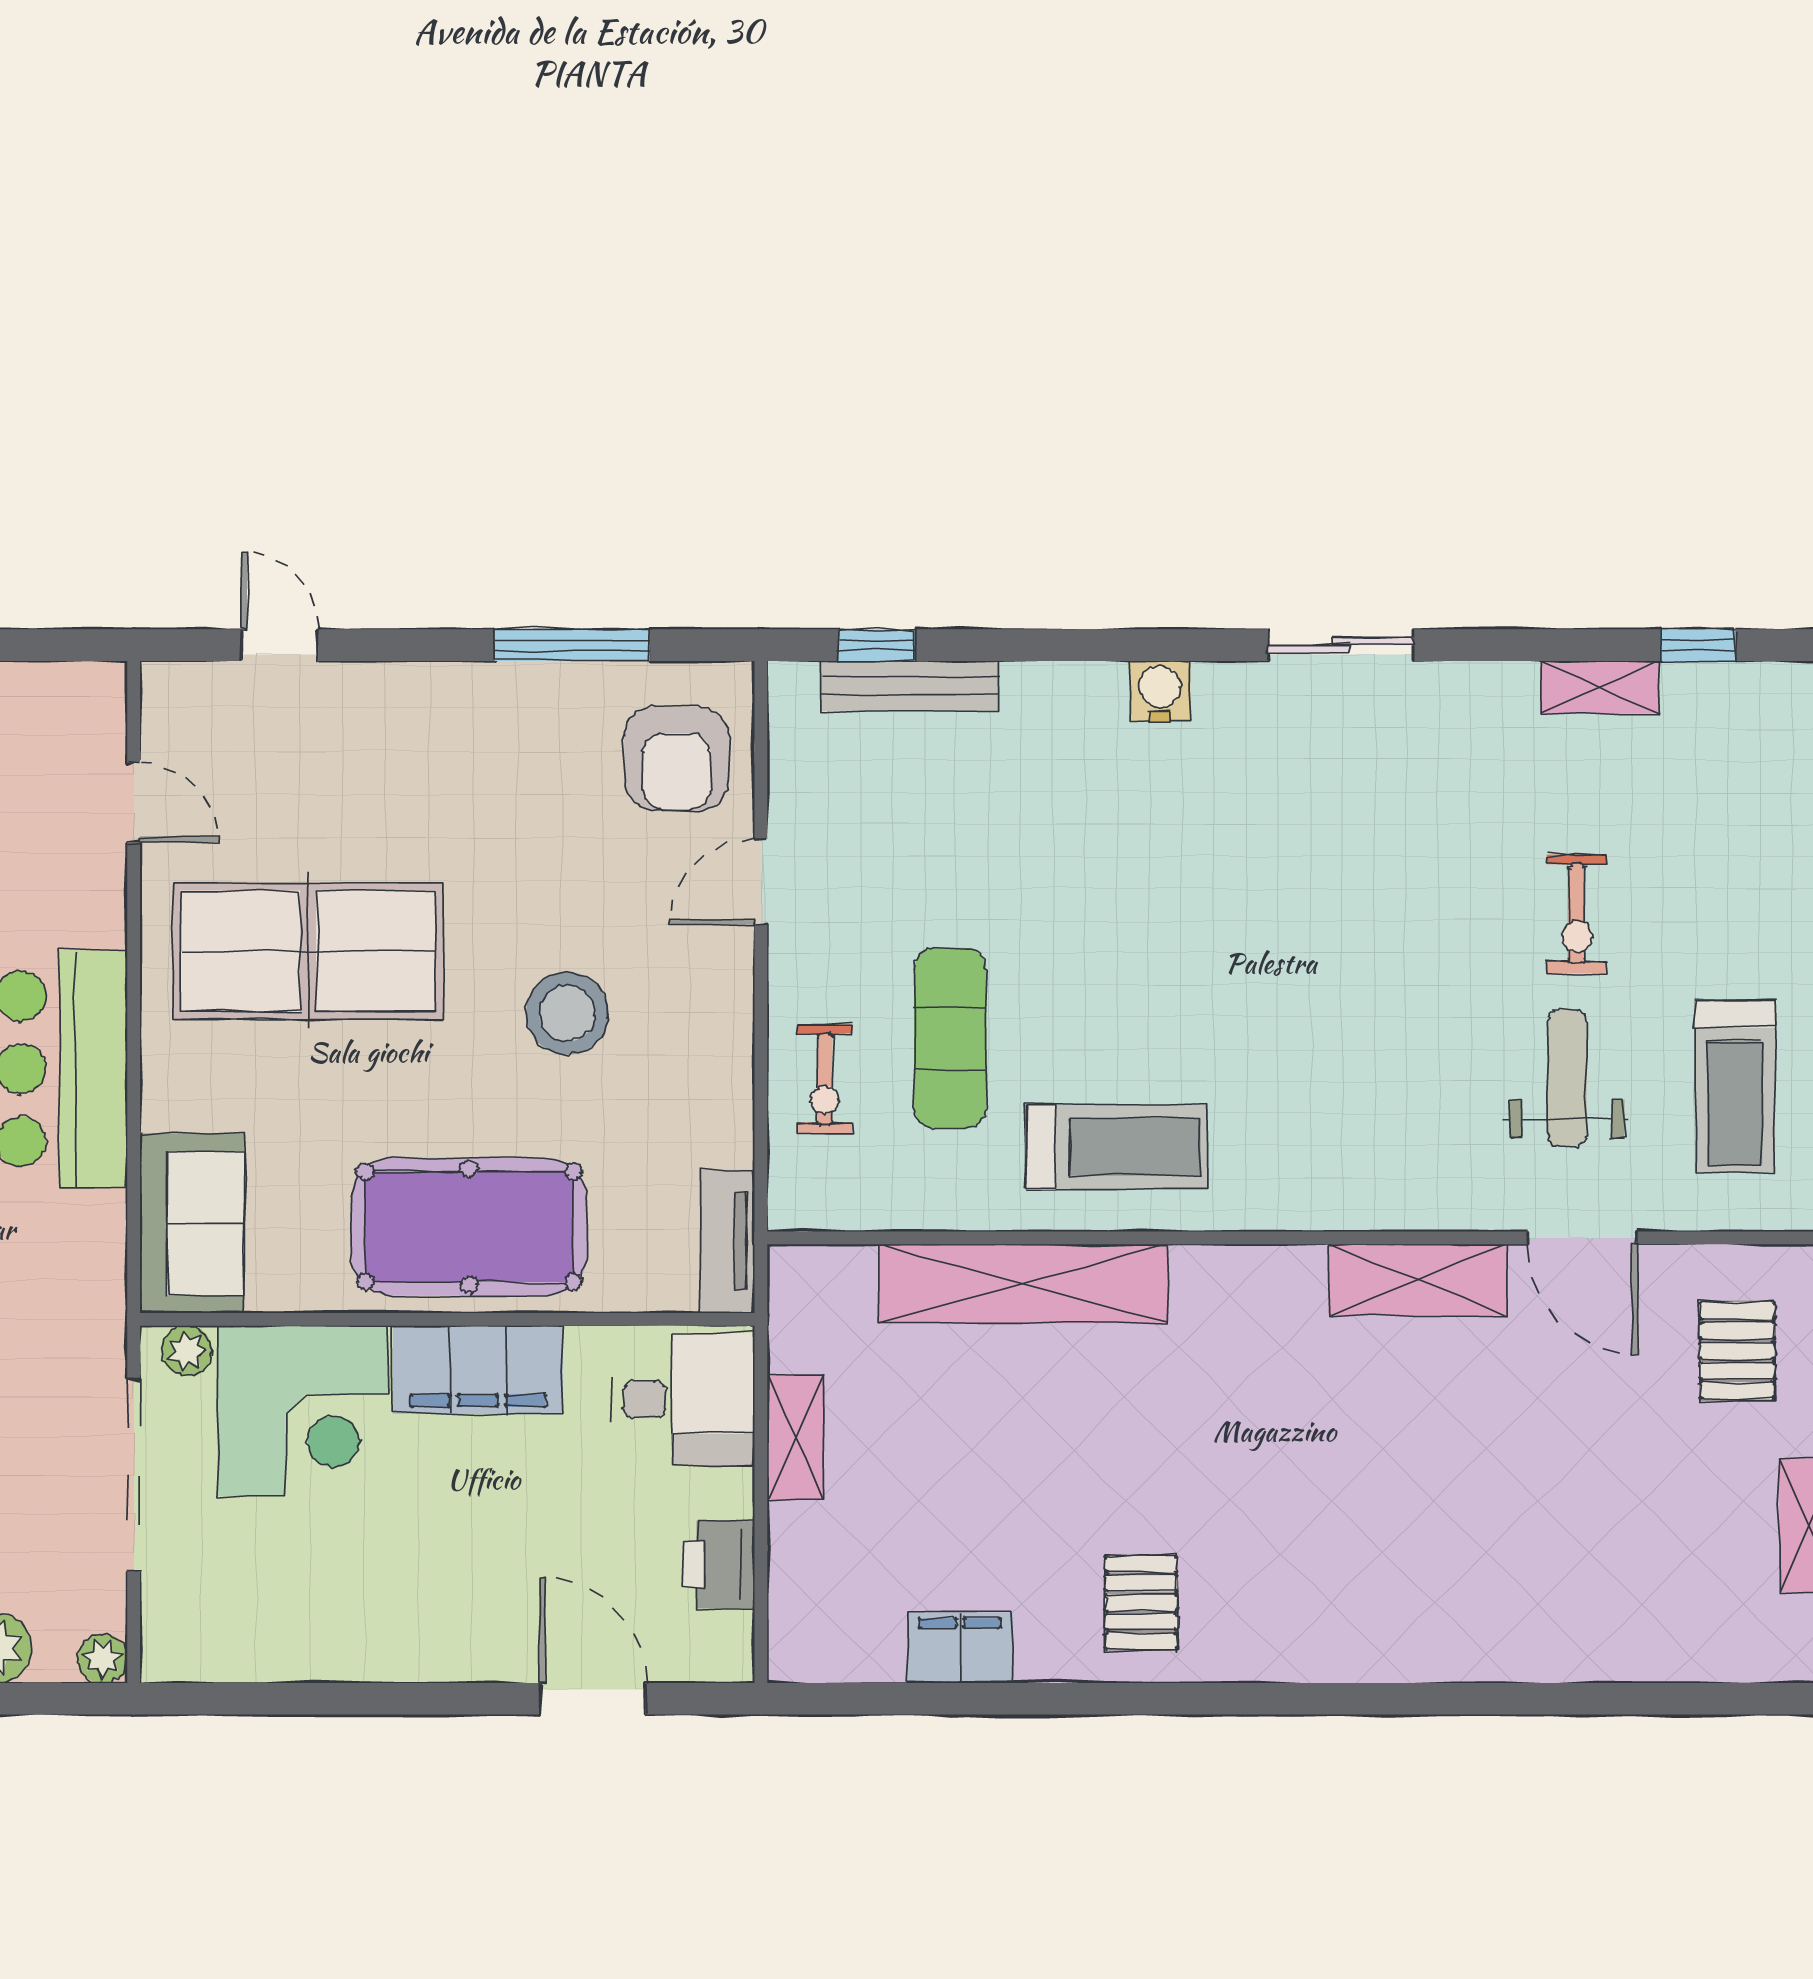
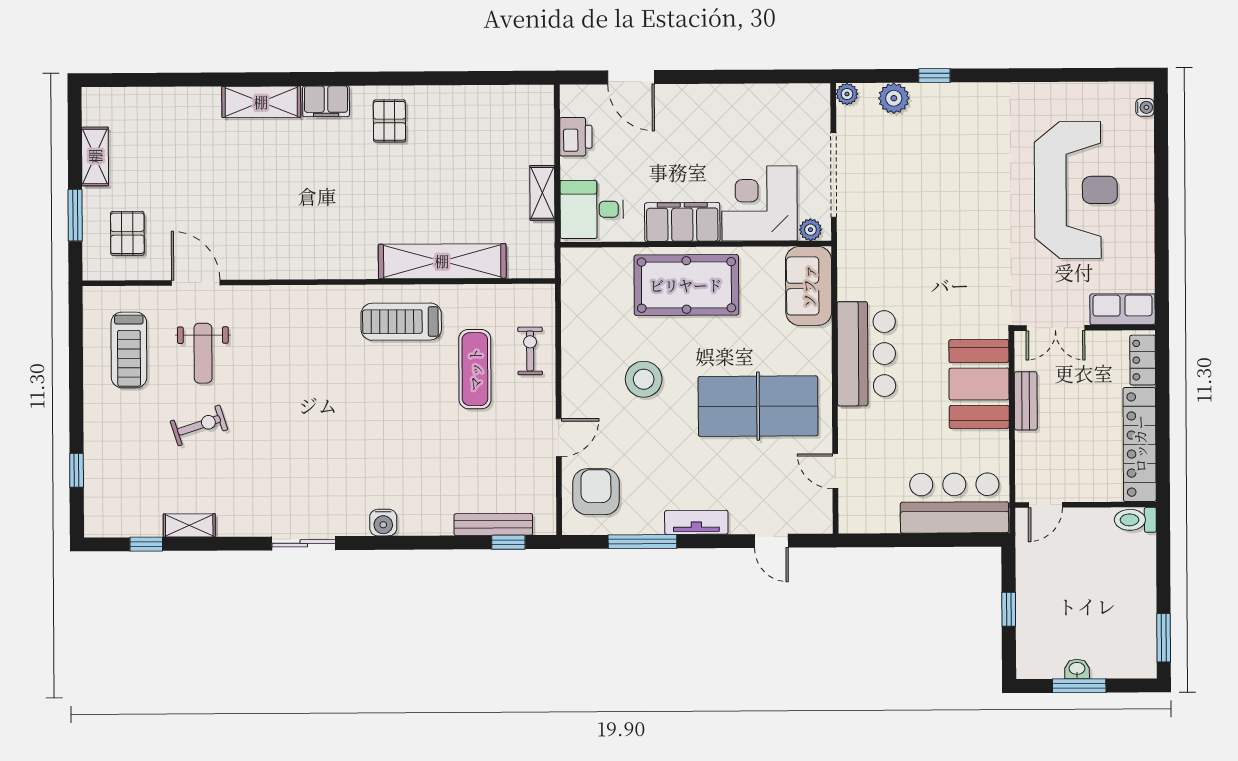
exercise bike: (1577, 914) -> (199, 425), turned 72
treadmill: (1735, 1086) -> (129, 350), turned 180
tv unit: (727, 1241) -> (696, 522), moved, turned -90
shelving: (1418, 1280) -> (261, 102), moved
filing cabinet: (960, 1648) -> (326, 101), moved

